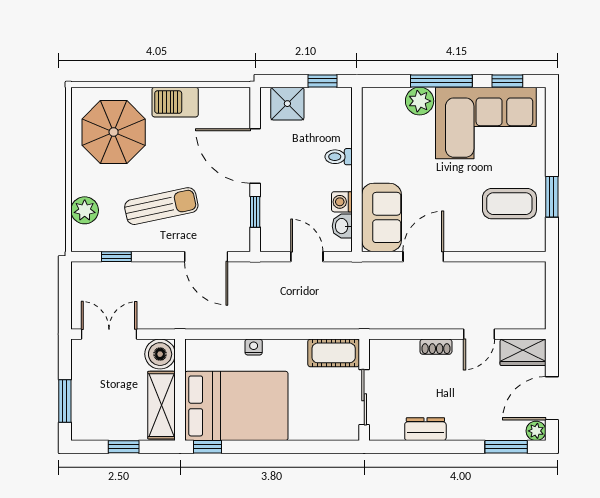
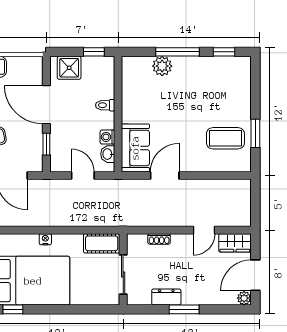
corner sofa: (486, 123) -> (209, 81), removed
shoe rack: (436, 347) -> (159, 239), moved
window: (506, 447) -> (184, 309), moved

